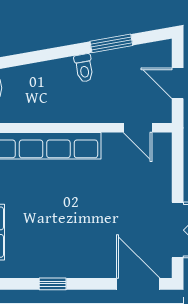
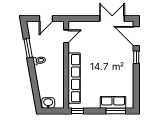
window: (53, 284) -> (136, 57), moved
door: (138, 284) -> (136, 36), hinge flipped

